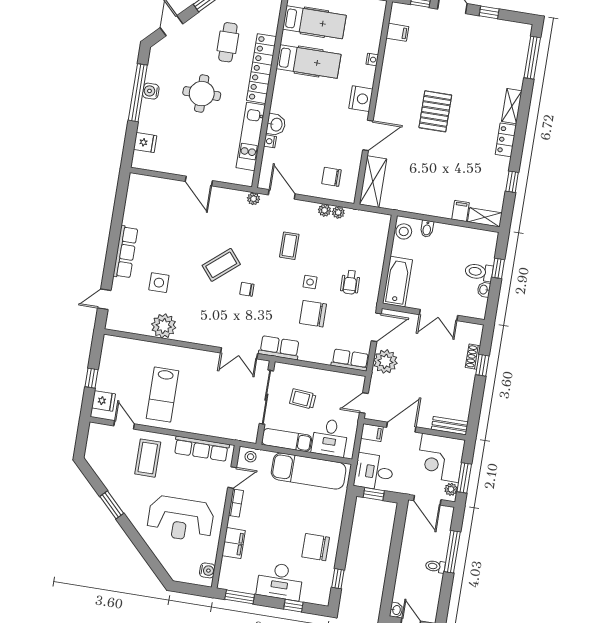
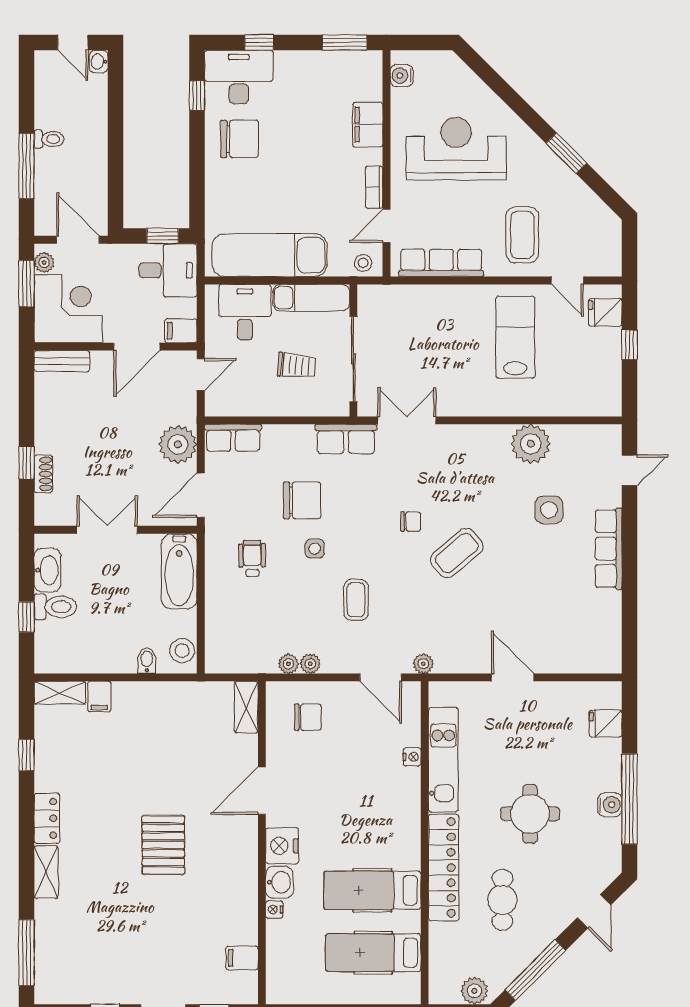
washbasin: (276, 125) -> (279, 882), moved, turned 180
shelving: (373, 182) -> (246, 707), width x0.67, depth x0.75
washbasin: (484, 290) -> (47, 570), width x1.91, depth x1.45
desk: (280, 581) -> (239, 77), moved

